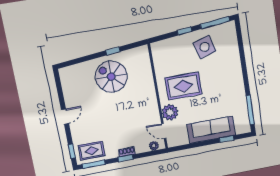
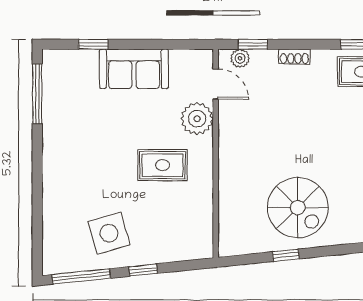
rug: (183, 86) -> (163, 165), width x0.73, depth x0.70
sofa: (211, 130) -> (134, 69), width x0.73
window: (126, 158) -> (253, 44), moved

